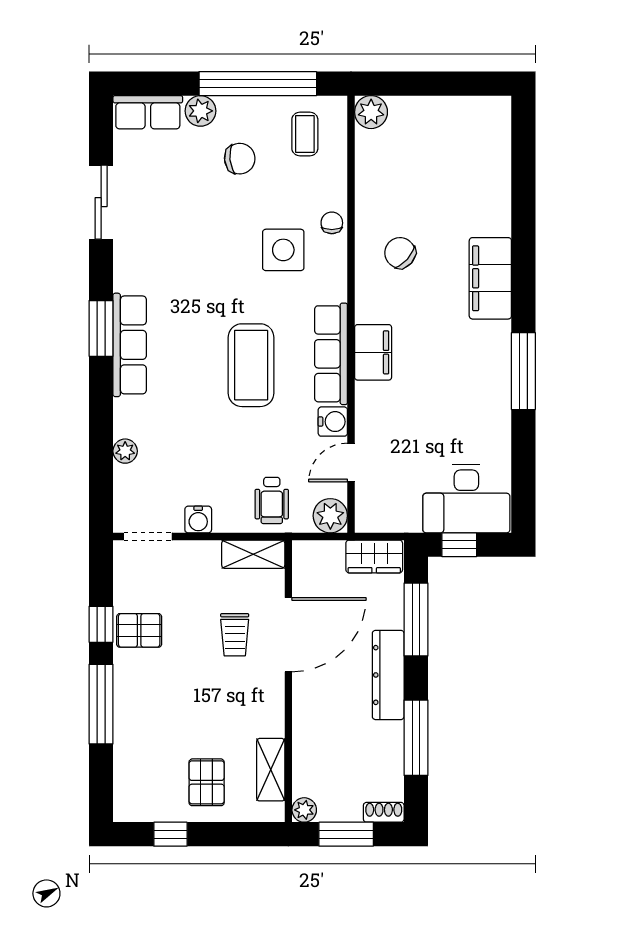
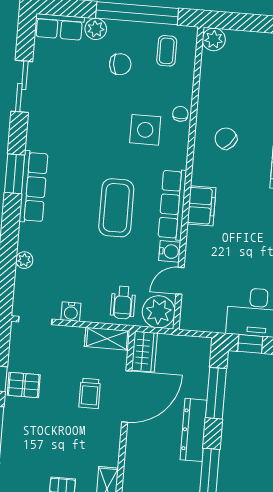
plant: (330, 516) -> (159, 312), width x1.36, depth x1.36
wardrobe: (374, 556) -> (144, 352), moved, turned -90

